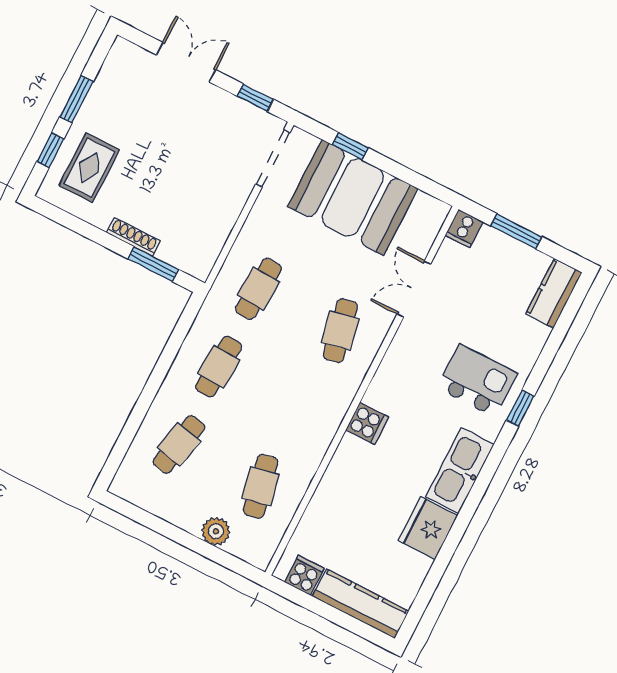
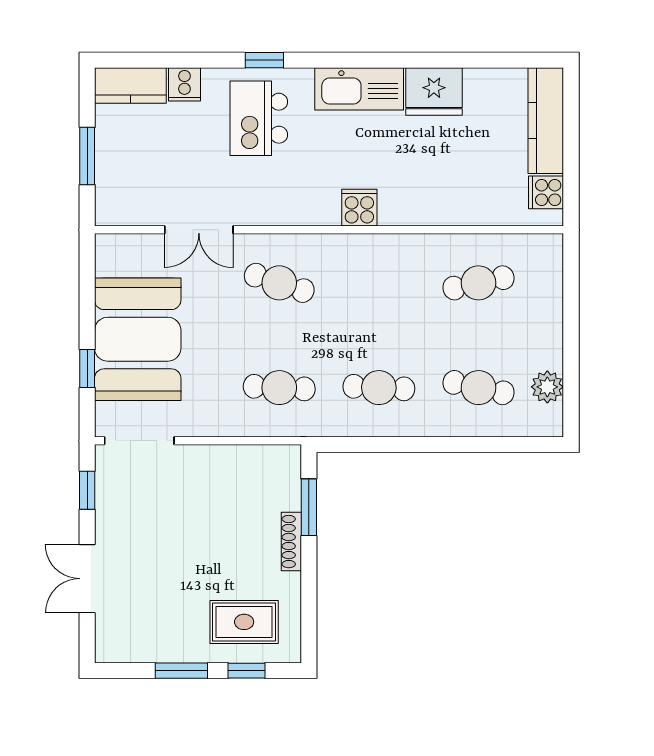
cooker: (464, 229) -> (184, 84), moved, turned 90
cafe table: (340, 331) -> (279, 283), turned 30
plant: (216, 531) -> (547, 387), moved

